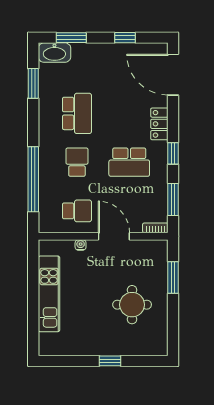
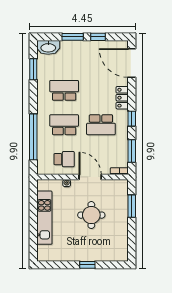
window: (71, 38) -> (73, 37), moved
school desk: (77, 113) -> (64, 90), turned -90
school desk: (77, 162) -> (64, 125), width x1.85
round table: (132, 305) -> (91, 215), moved

